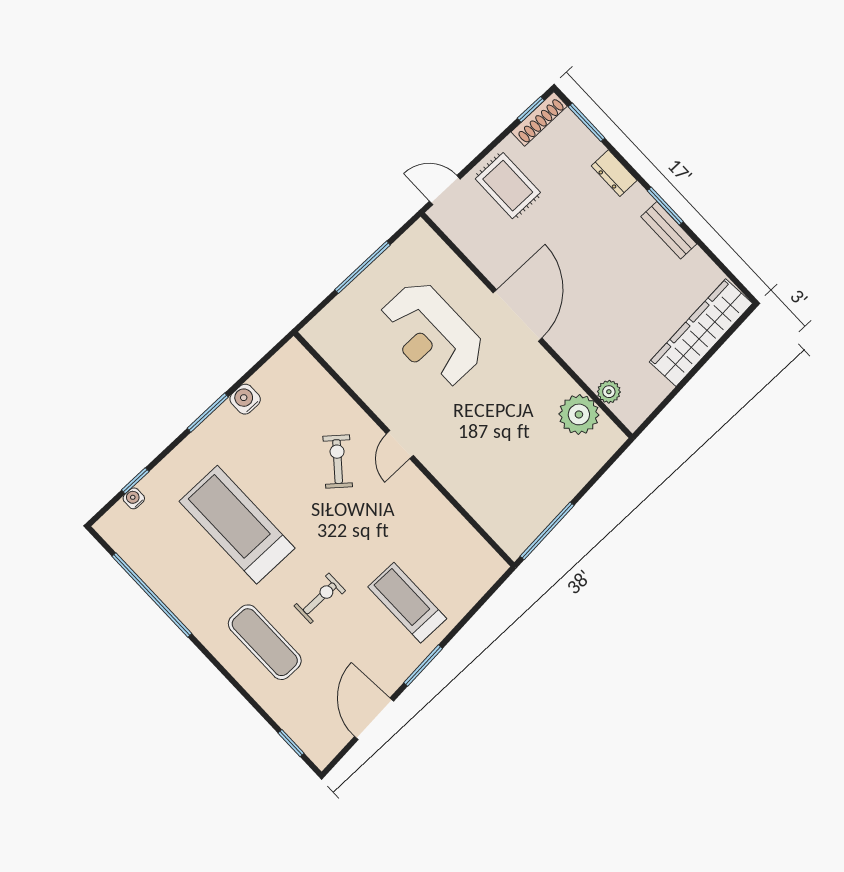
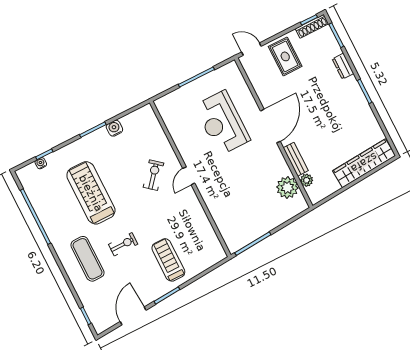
bench: (669, 230) -> (296, 159), moved

